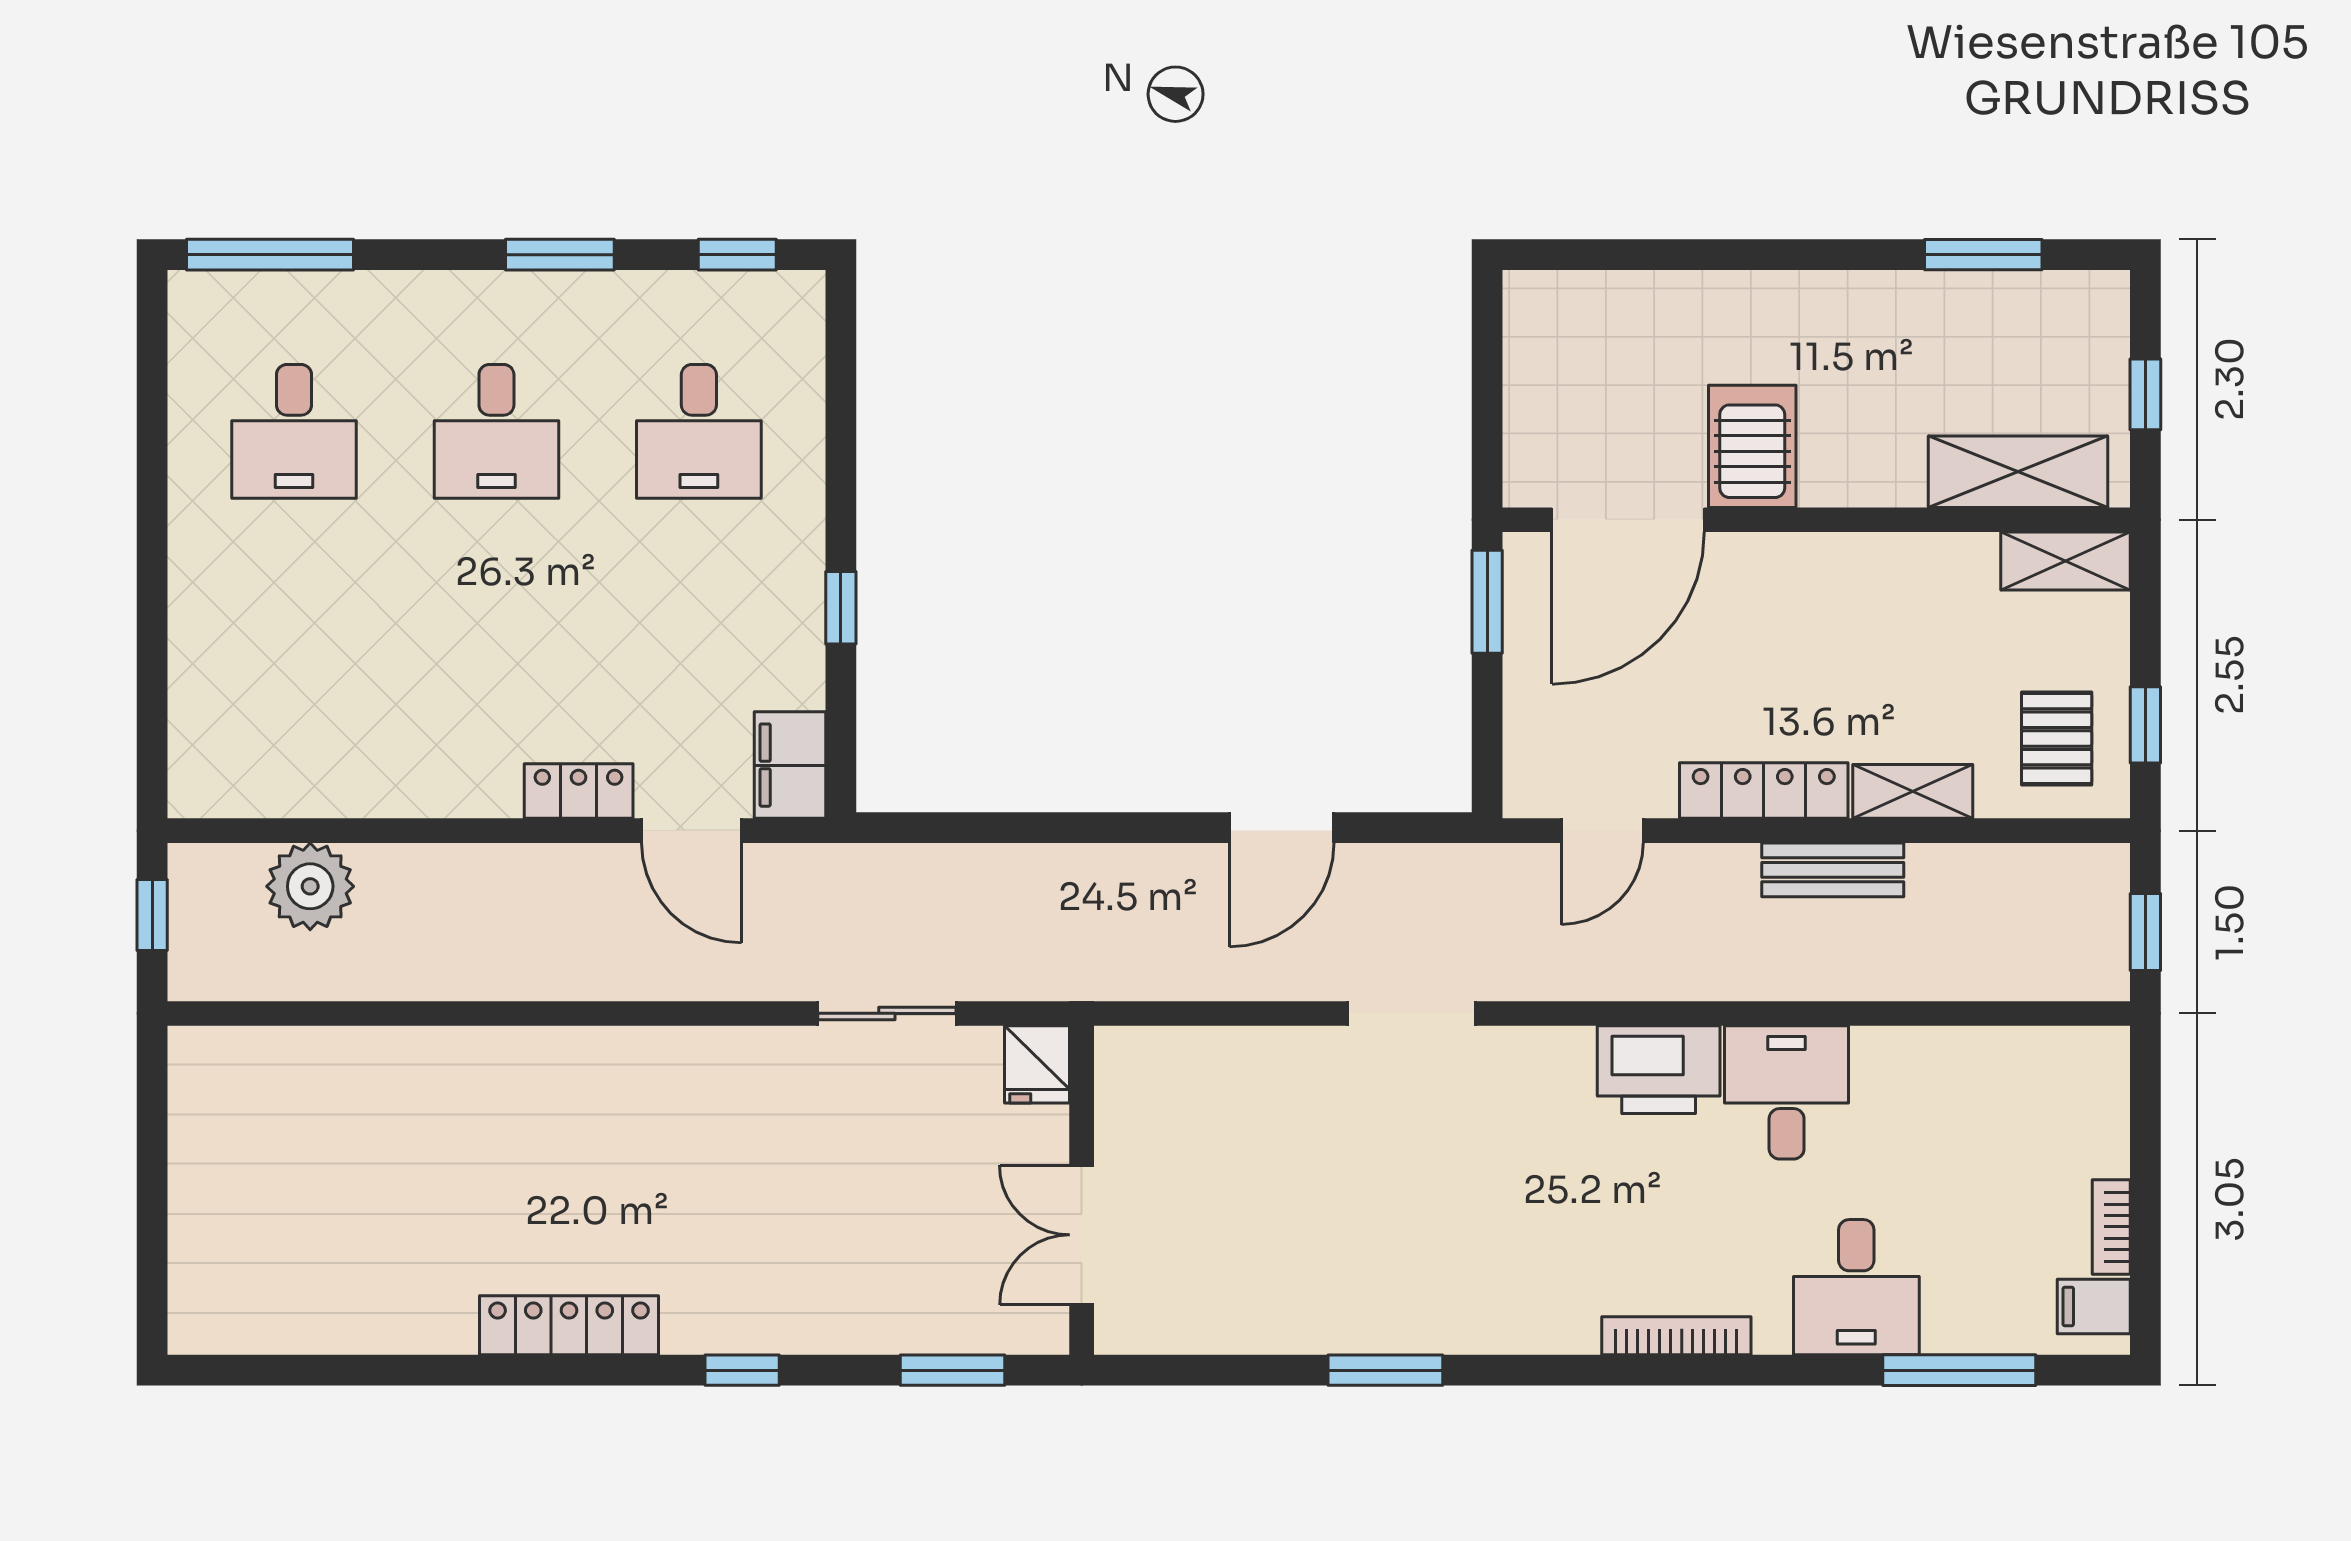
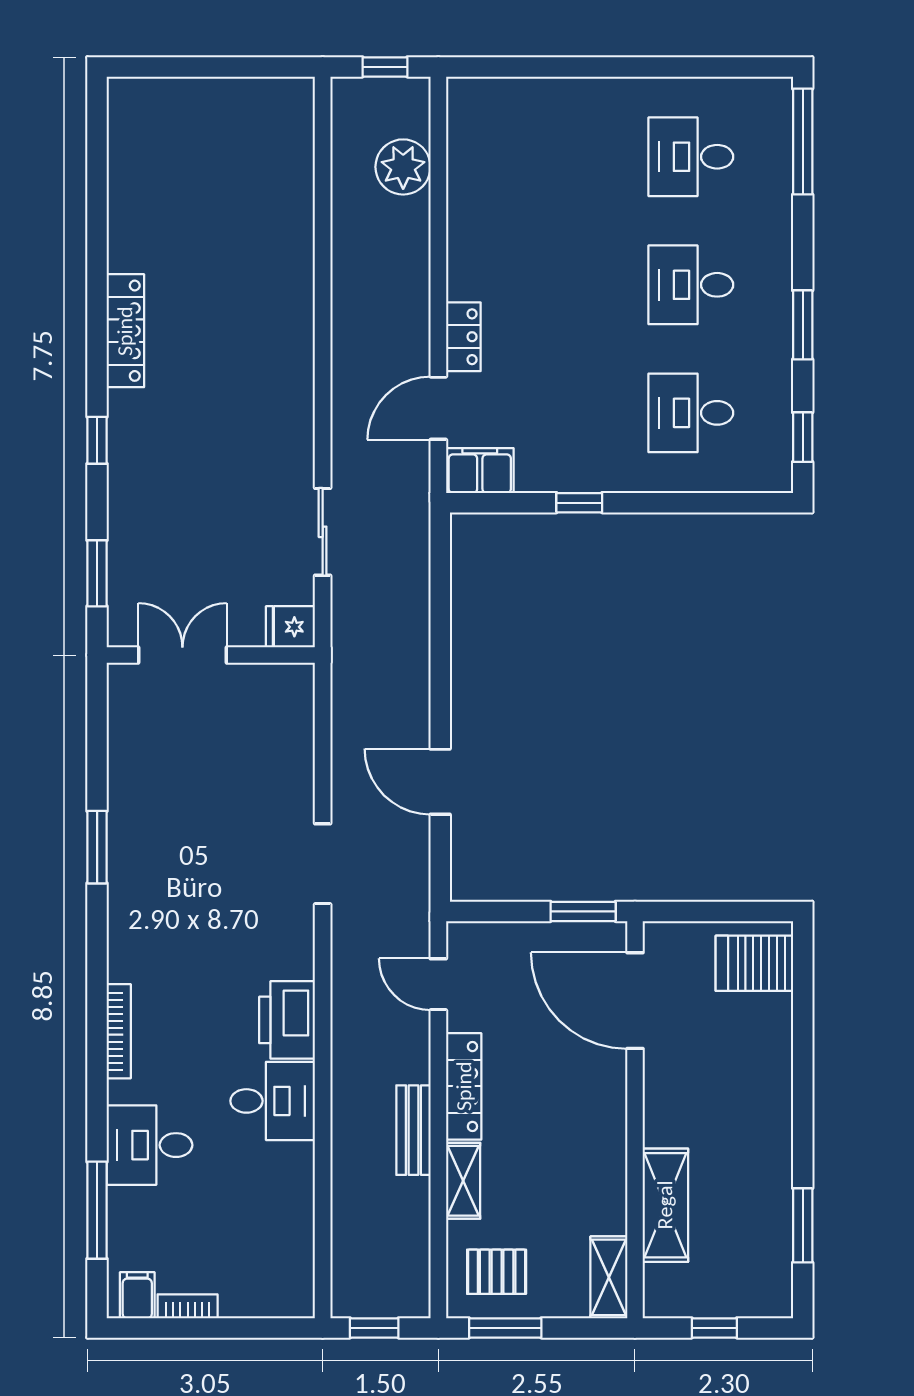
server rack: (1752, 446) -> (754, 963), moved, turned 180
shelving: (2018, 472) -> (665, 1205), moved
window: (2145, 725) -> (505, 1328), width x1.50

